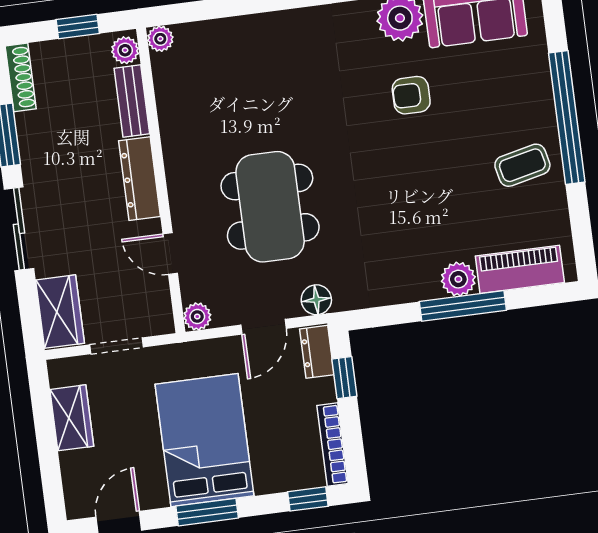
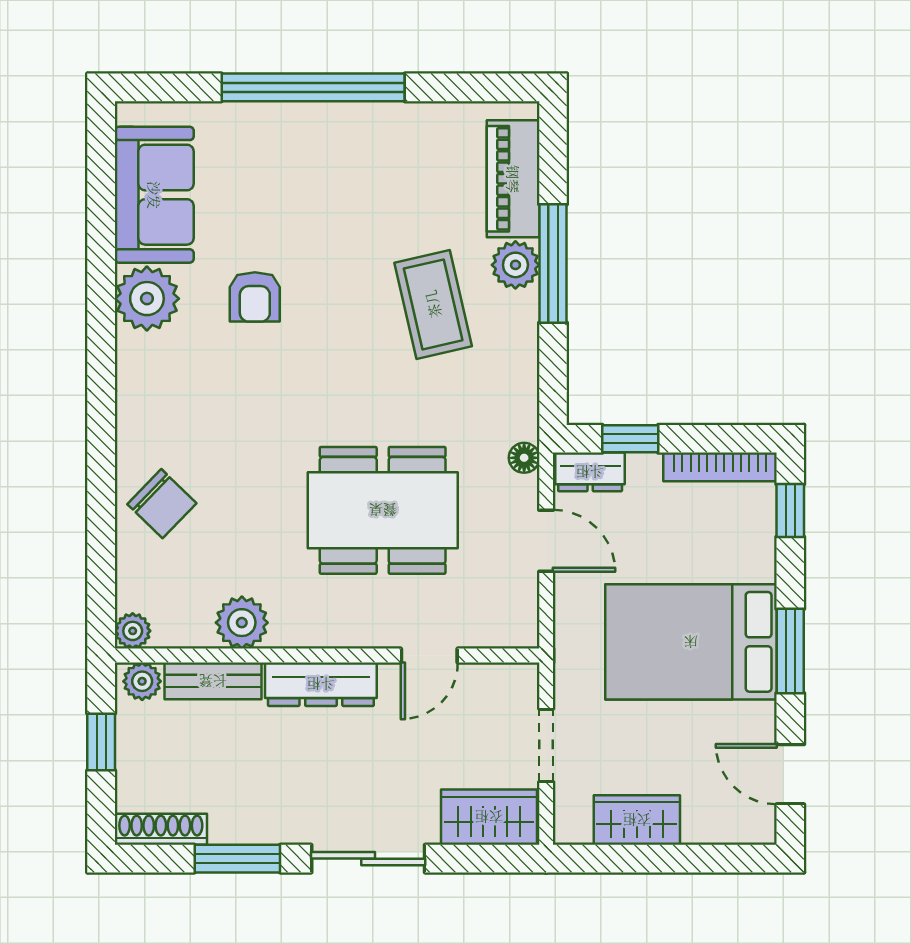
chair: (254, 48) -> (162, 504), added
coffee table: (522, 165) -> (433, 304), moved, width x1.36, depth x1.30
floor lamp: (316, 300) -> (524, 458), width x0.73, depth x0.73
plant: (197, 317) -> (242, 623), moved, width x1.38, depth x1.38

